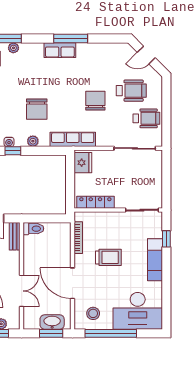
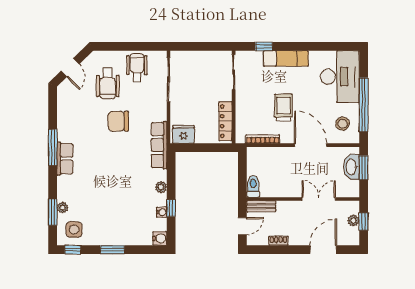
wheelchair: (131, 91) -> (108, 83), turned 180
chair: (37, 109) -> (127, 183), removed
door: (73, 283) -> (311, 145), swing flipped

